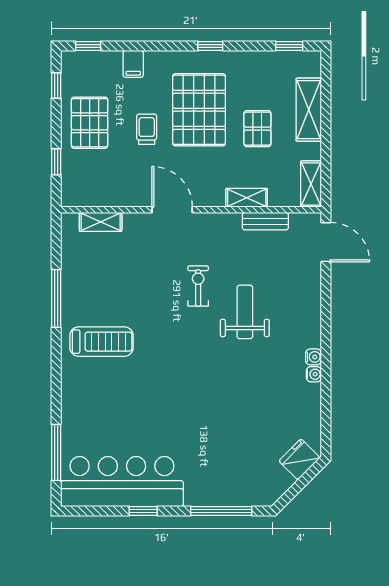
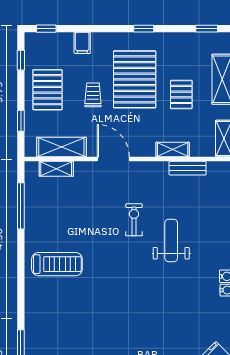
shelving: (107, 195) -> (61, 147), added
window: (56, 299) -> (21, 206), moved

